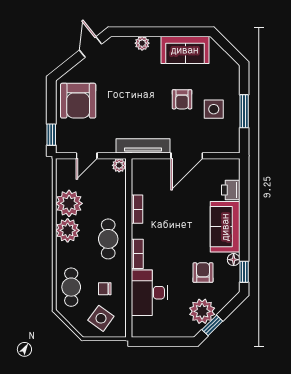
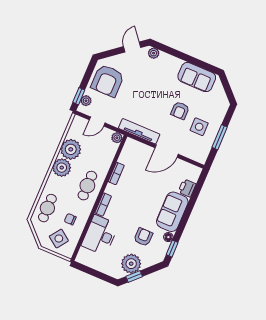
plant: (142, 43) -> (154, 53), moved
plant: (62, 136) -> (86, 101), added

